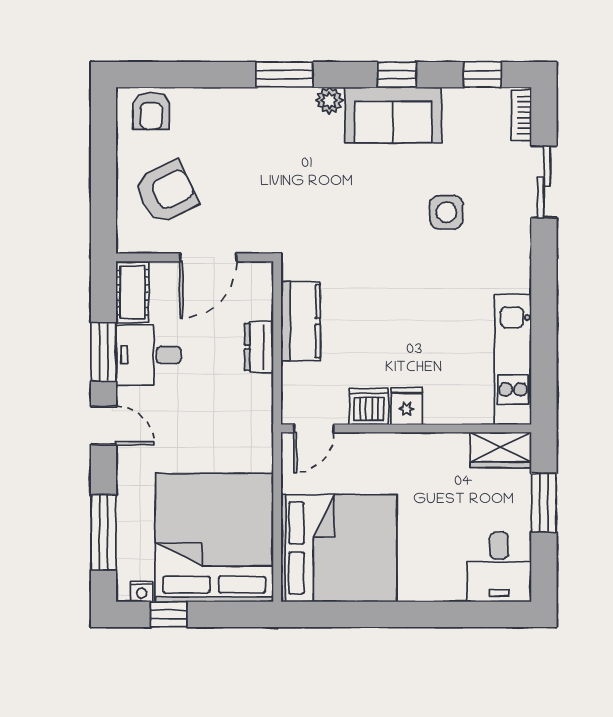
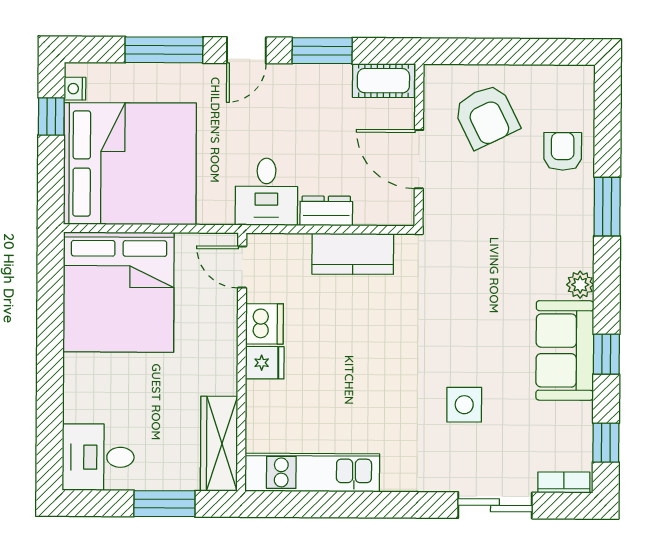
window: (284, 75) -> (607, 207), moved
armchair: (151, 111) -> (563, 151), moved, turned 90
desk: (149, 355) -> (266, 192), moved, turned 180
wardrobe: (501, 450) -> (219, 444), width x1.50
window: (104, 532) -> (164, 50), moved

